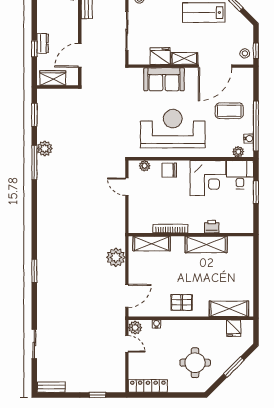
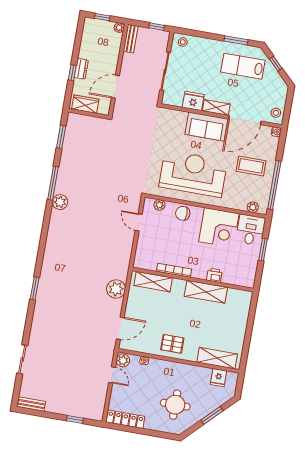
window: (256, 51) -> (287, 112), removed
sofa: (164, 79) -> (206, 127), moved
water cooler: (249, 139) -> (276, 132), moved
plant: (45, 149) -> (60, 202), moved

